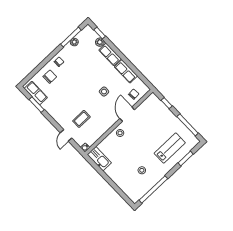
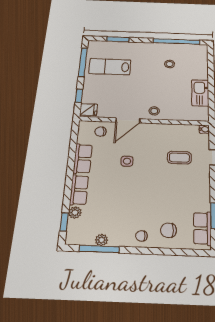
fridge: (153, 100) -> (89, 110), added
lab bench: (170, 148) -> (110, 67), moved
kitchen sink: (99, 159) -> (200, 93), moved

